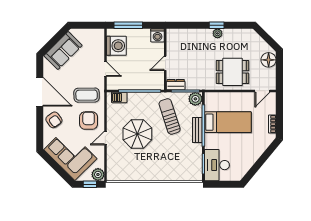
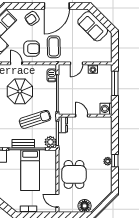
washing machine: (116, 46) -> (93, 69), width x0.53, depth x0.53

